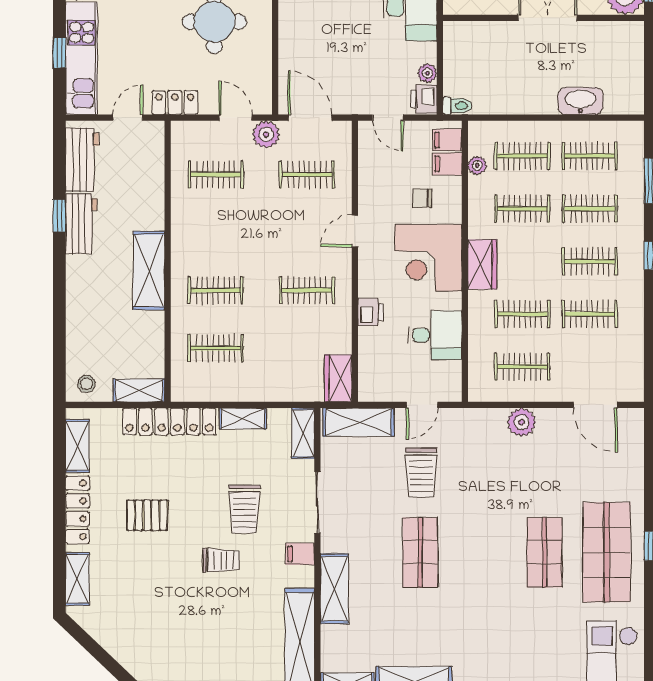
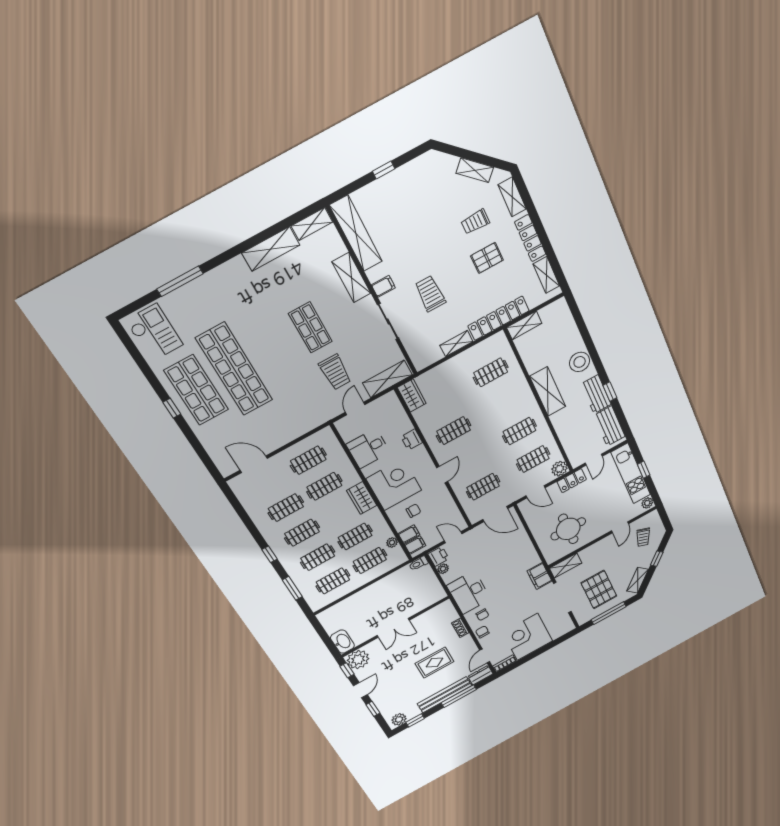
washbasin: (580, 101) -> (342, 642), moved, turned -90
plant: (266, 134) -> (559, 469), moved
clothes rail: (216, 290) -> (519, 431), moved
stool: (86, 384) -> (580, 362), moved, width x1.89, depth x1.89
plant: (522, 422) -> (291, 432), removed
shelving: (303, 433) -> (475, 170), moved, turned -46
trolley: (421, 473) -> (335, 372), turned 180
shop shelf: (544, 552) -> (234, 369), width x2.00, depth x1.36
trolley: (221, 560) -> (475, 222), moved

